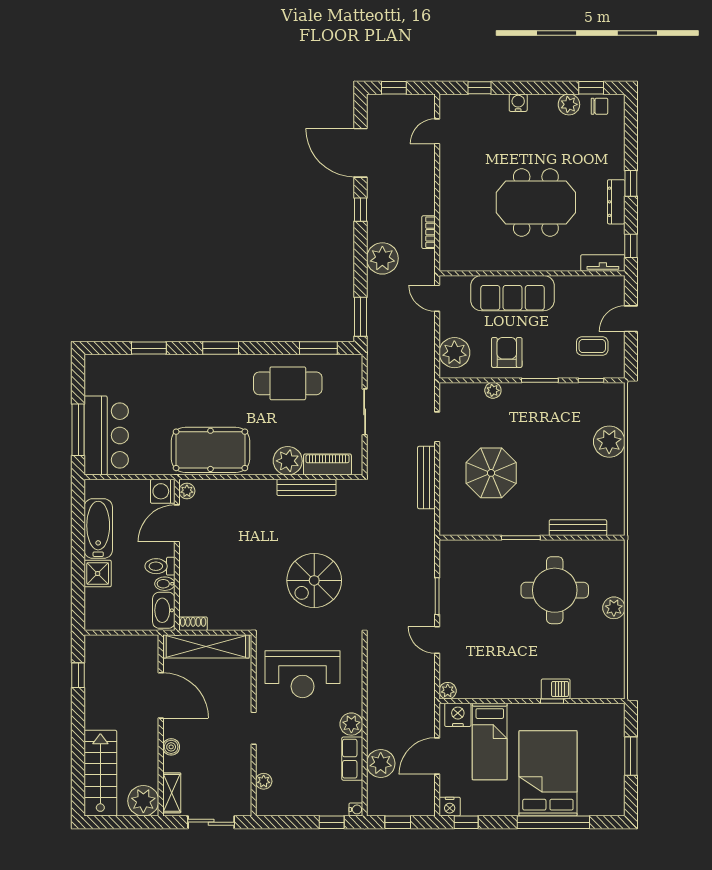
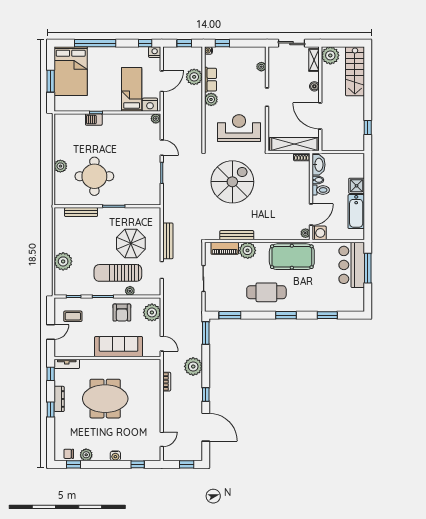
cafe table: (288, 383) -> (266, 292), moved
sun lounger: (514, 421) -> (118, 273), added
spiral stairs: (314, 580) -> (232, 182), width x1.37, depth x1.37
bed: (548, 773) -> (71, 71), moved

